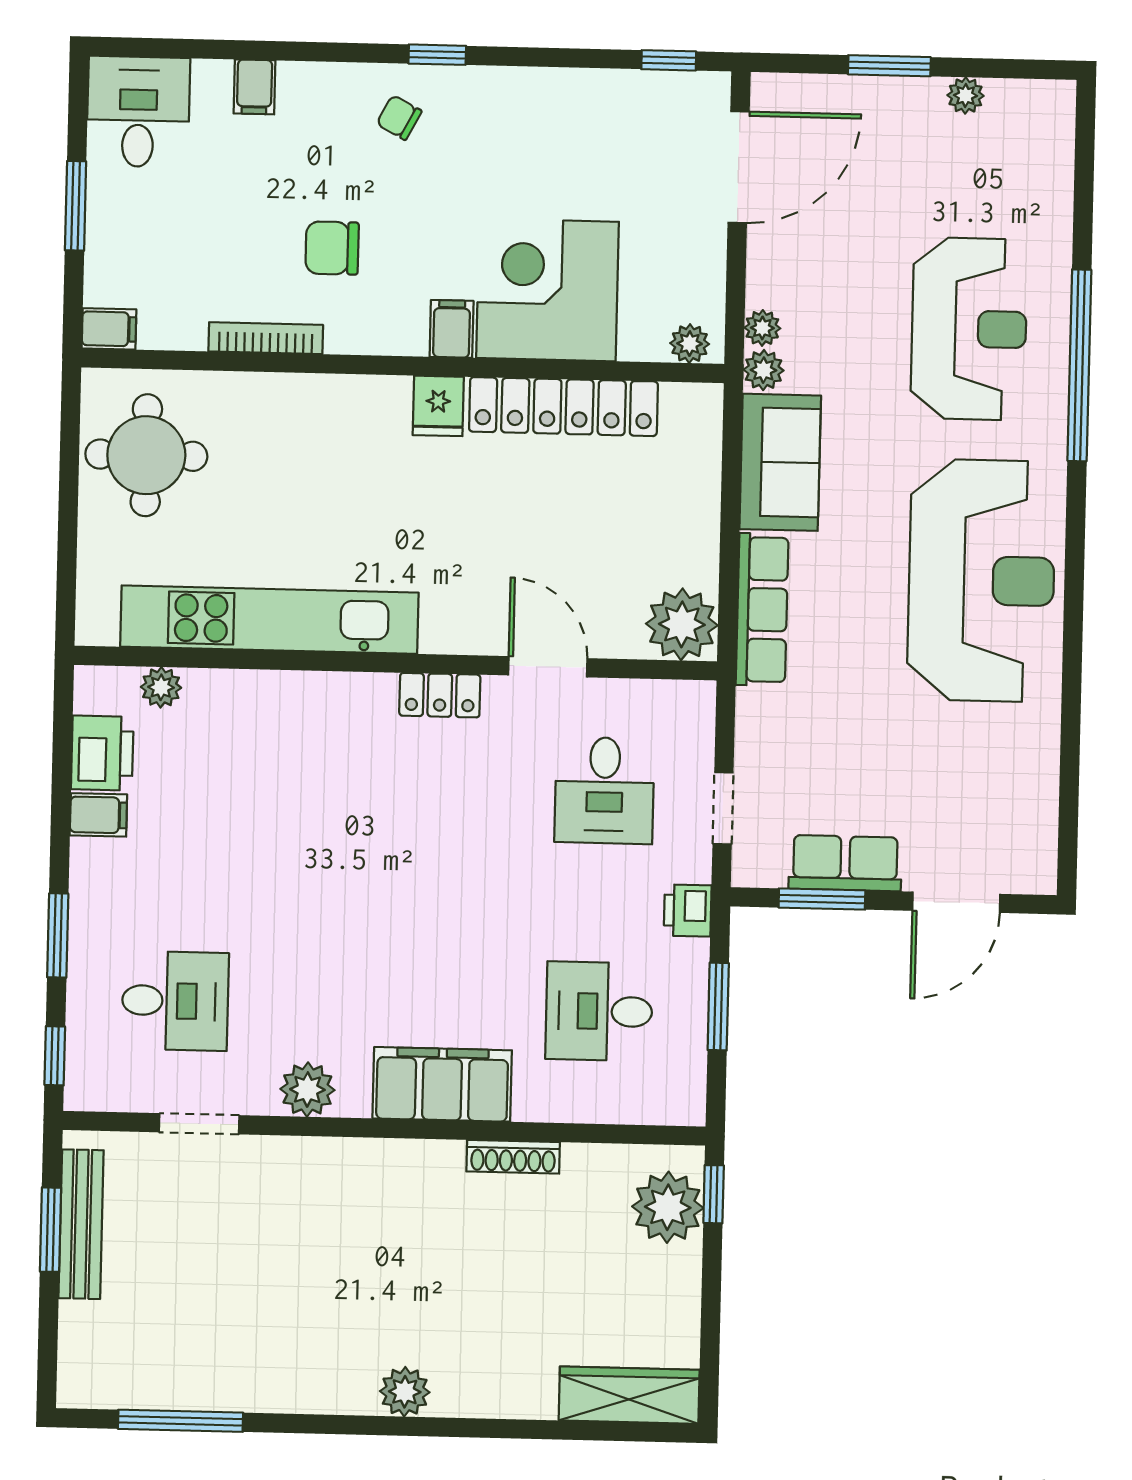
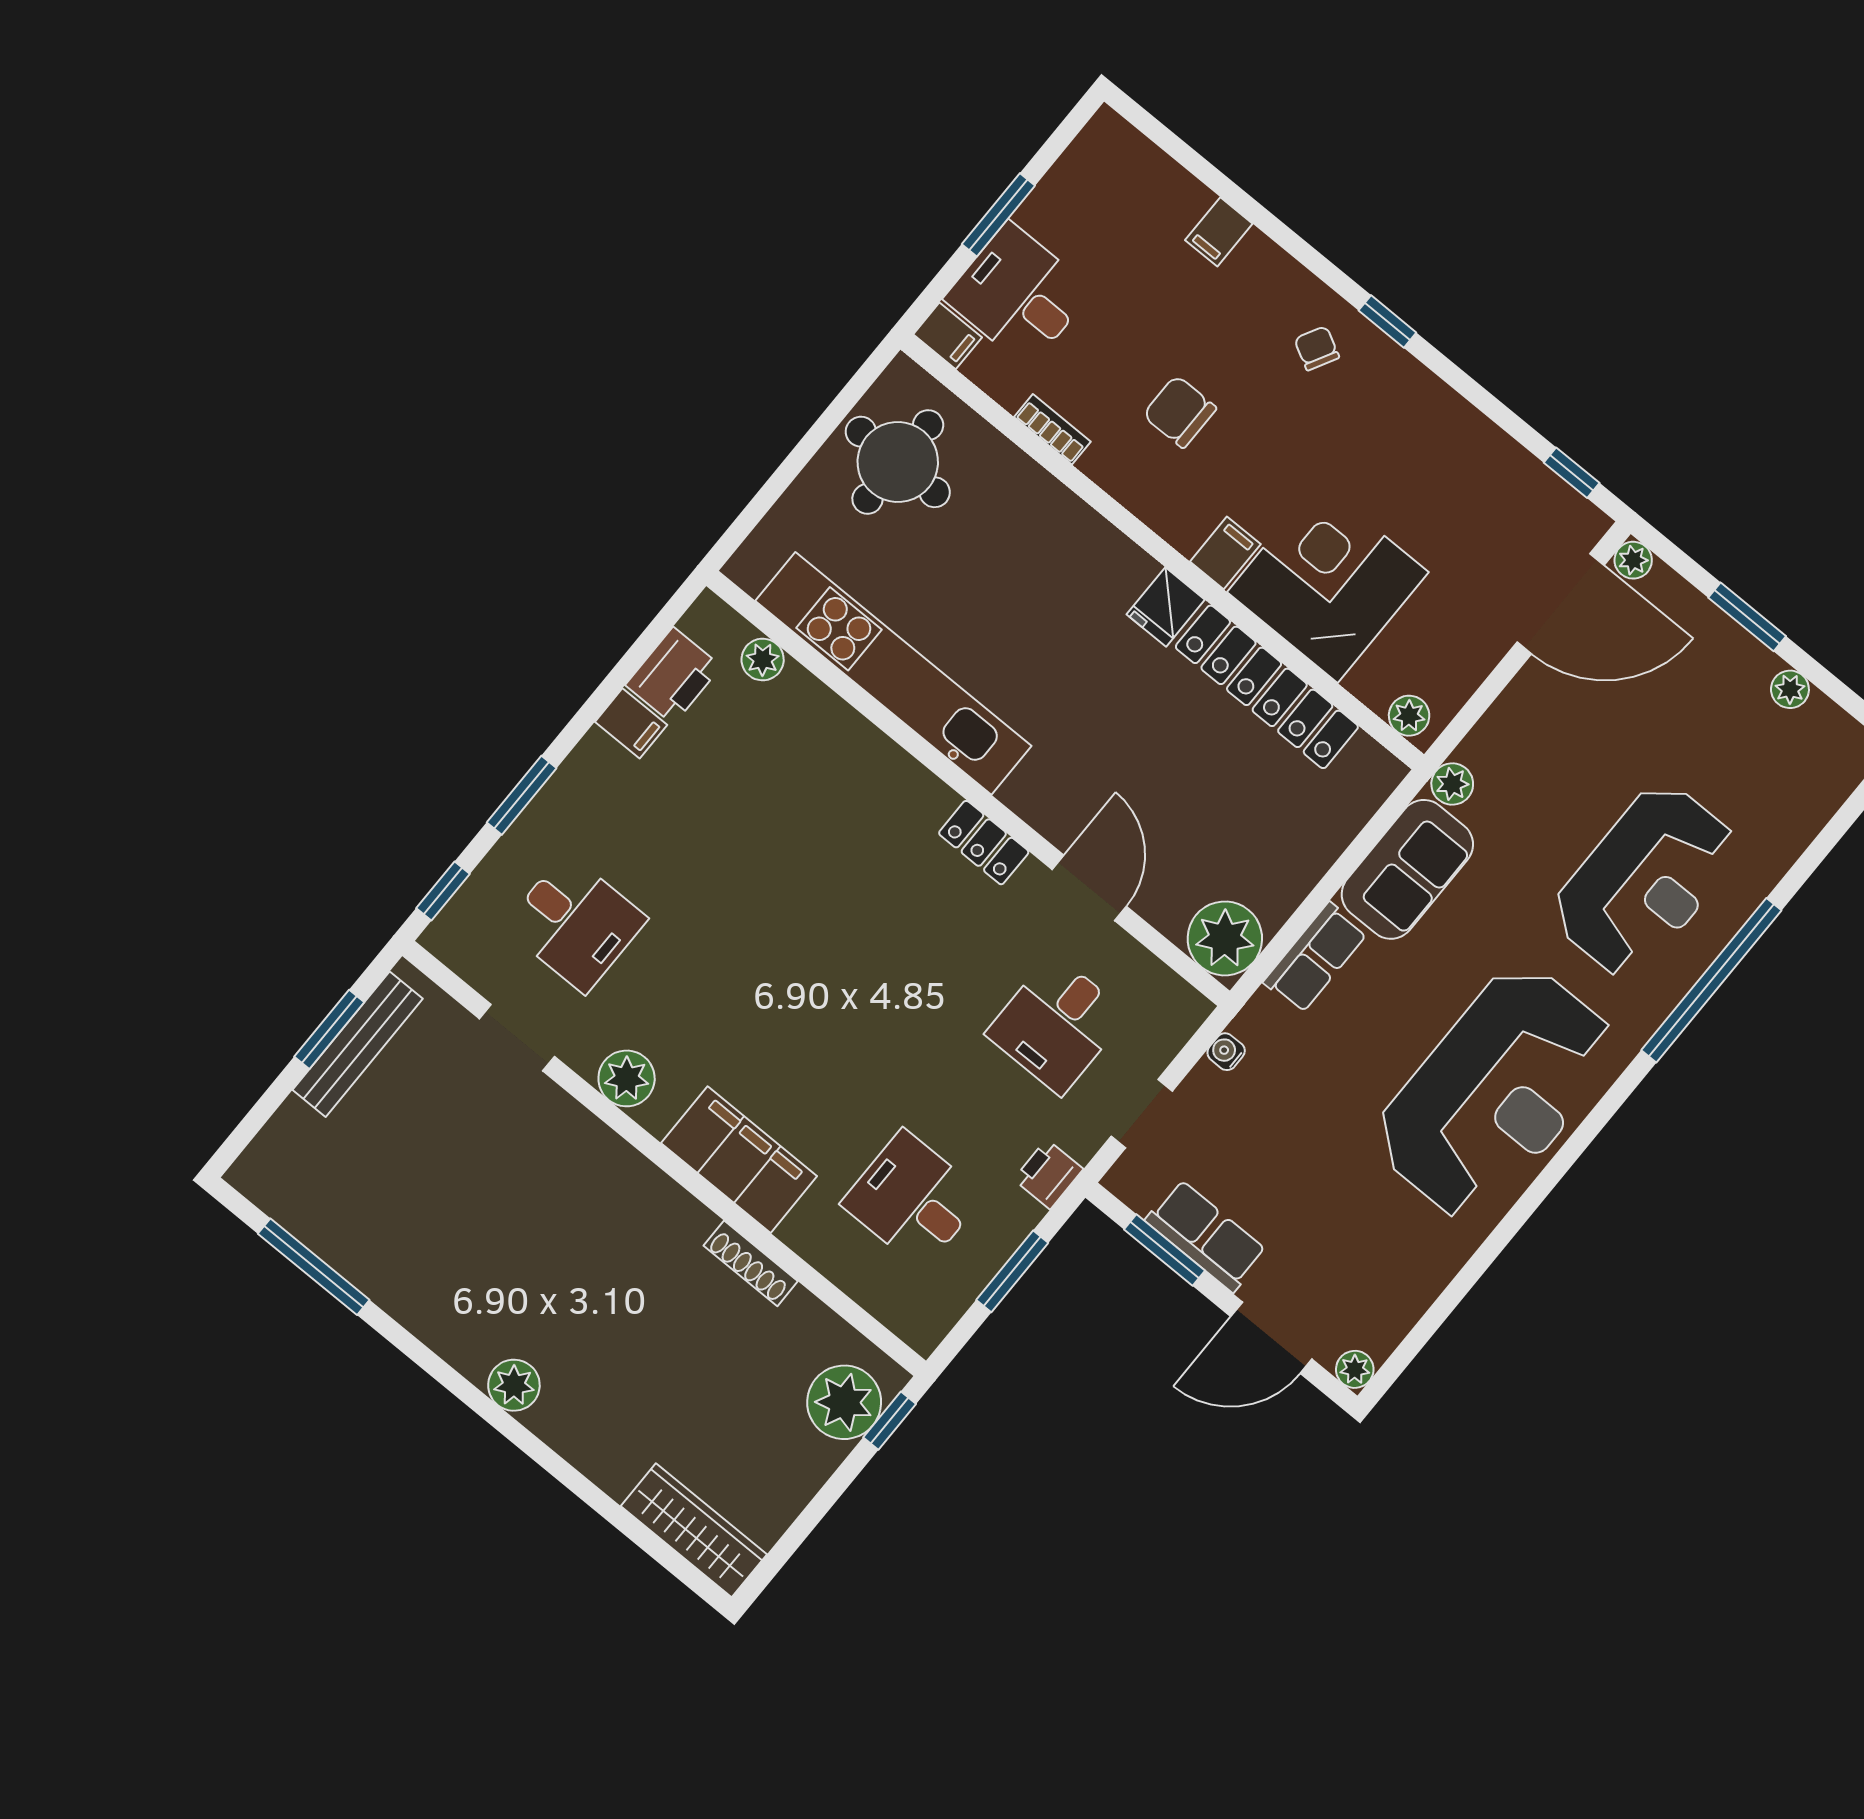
desk: (138, 112) -> (1019, 295), moved, turned -90
plant: (762, 328) -> (1633, 560), moved
bookcase: (266, 338) -> (1052, 429), width x0.64
row of seats: (762, 610) -> (1315, 958), width x0.68
water cooler: (750, 710) -> (1226, 1052), added
plant: (1039, 877) -> (1355, 1369), added

